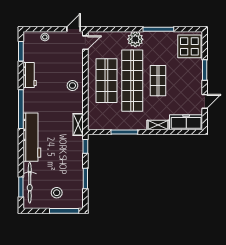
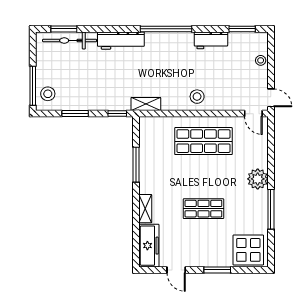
shop shelf: (132, 81) -> (203, 175), removed
workbench: (32, 137) -> (121, 41), width x0.73, depth x0.76
stool: (57, 193) -> (48, 94), moved

